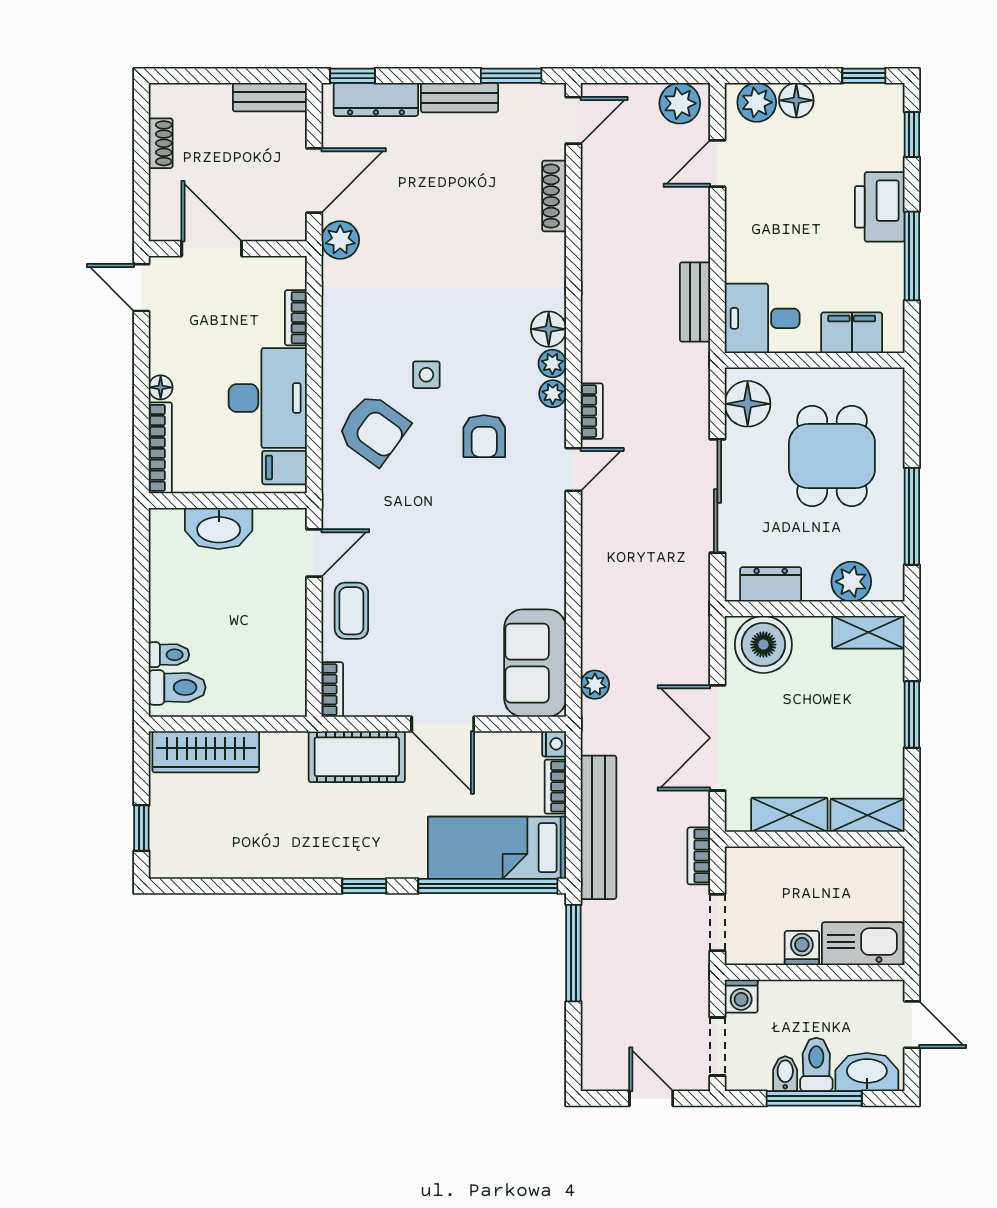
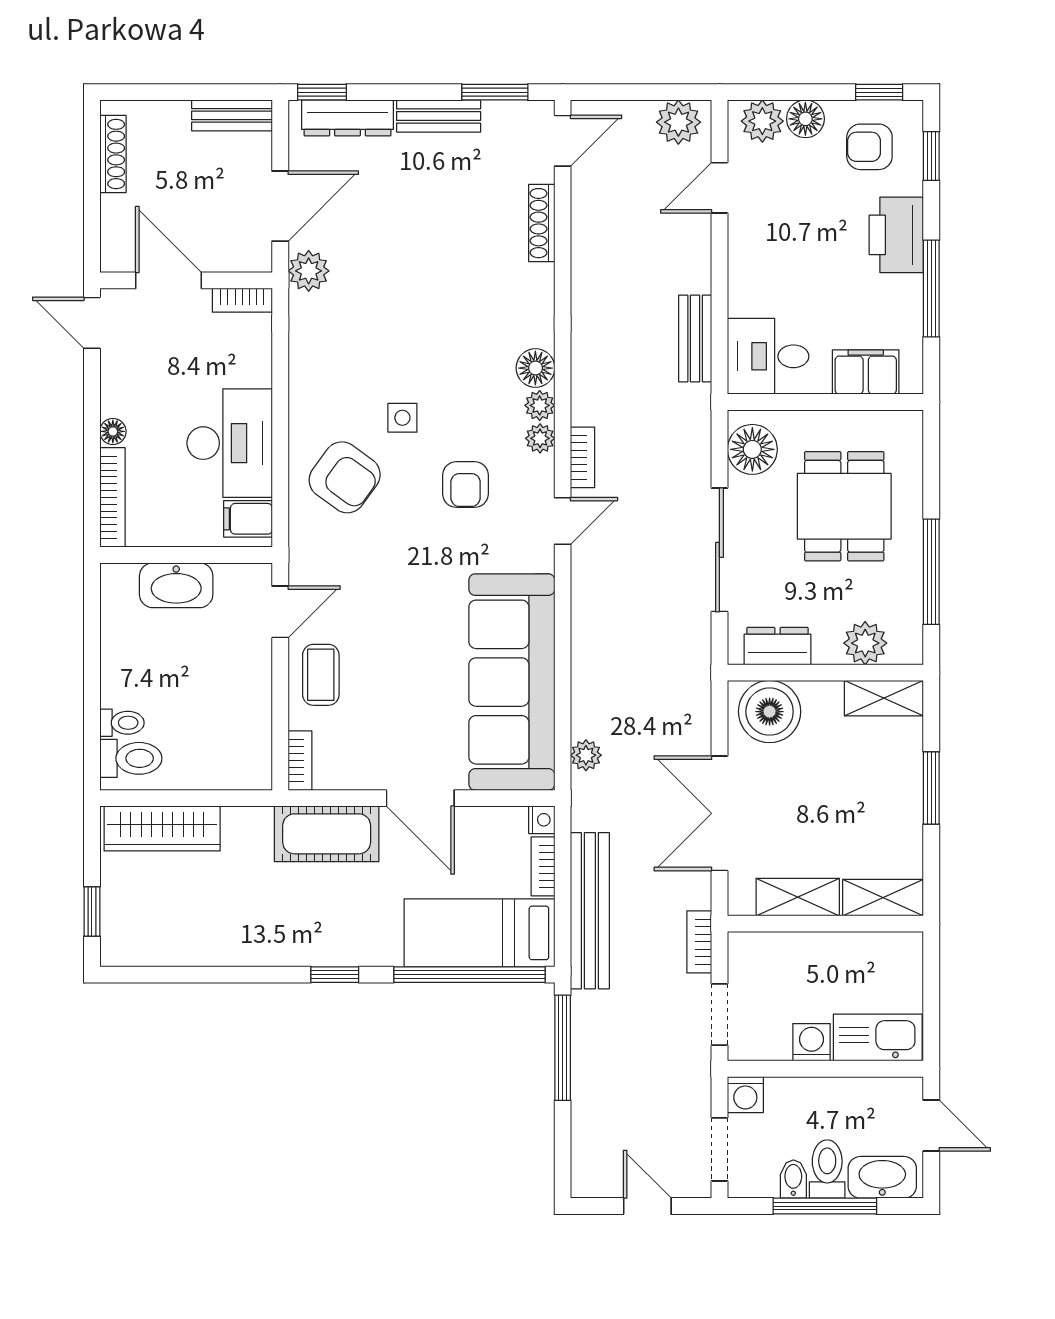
armchair: (855, 126) -> (869, 147), added
shoe rack: (161, 143) -> (113, 154), width x1.43
bookcase: (296, 318) -> (242, 300), moved, turned -90
sofa: (535, 663) -> (512, 682), width x1.85, depth x1.27

